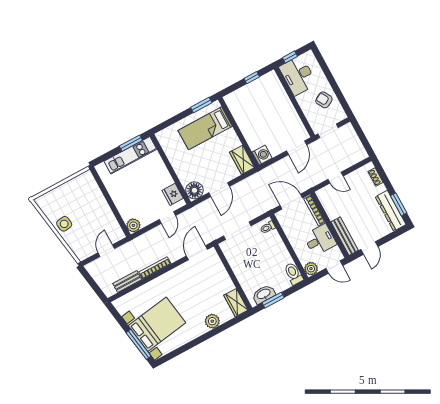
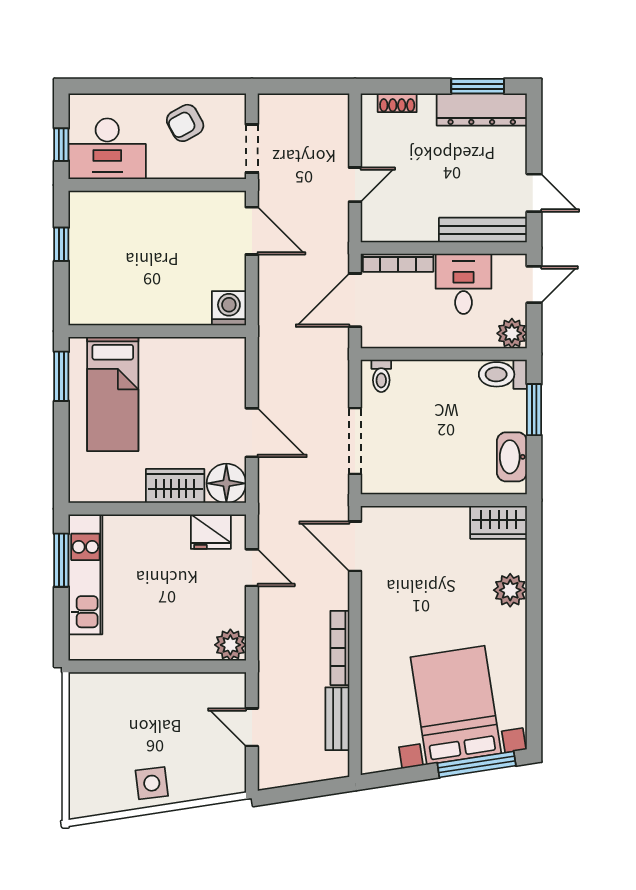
wardrobe: (242, 160) -> (175, 486), moved, turned 180
window: (273, 300) -> (534, 410), moved

